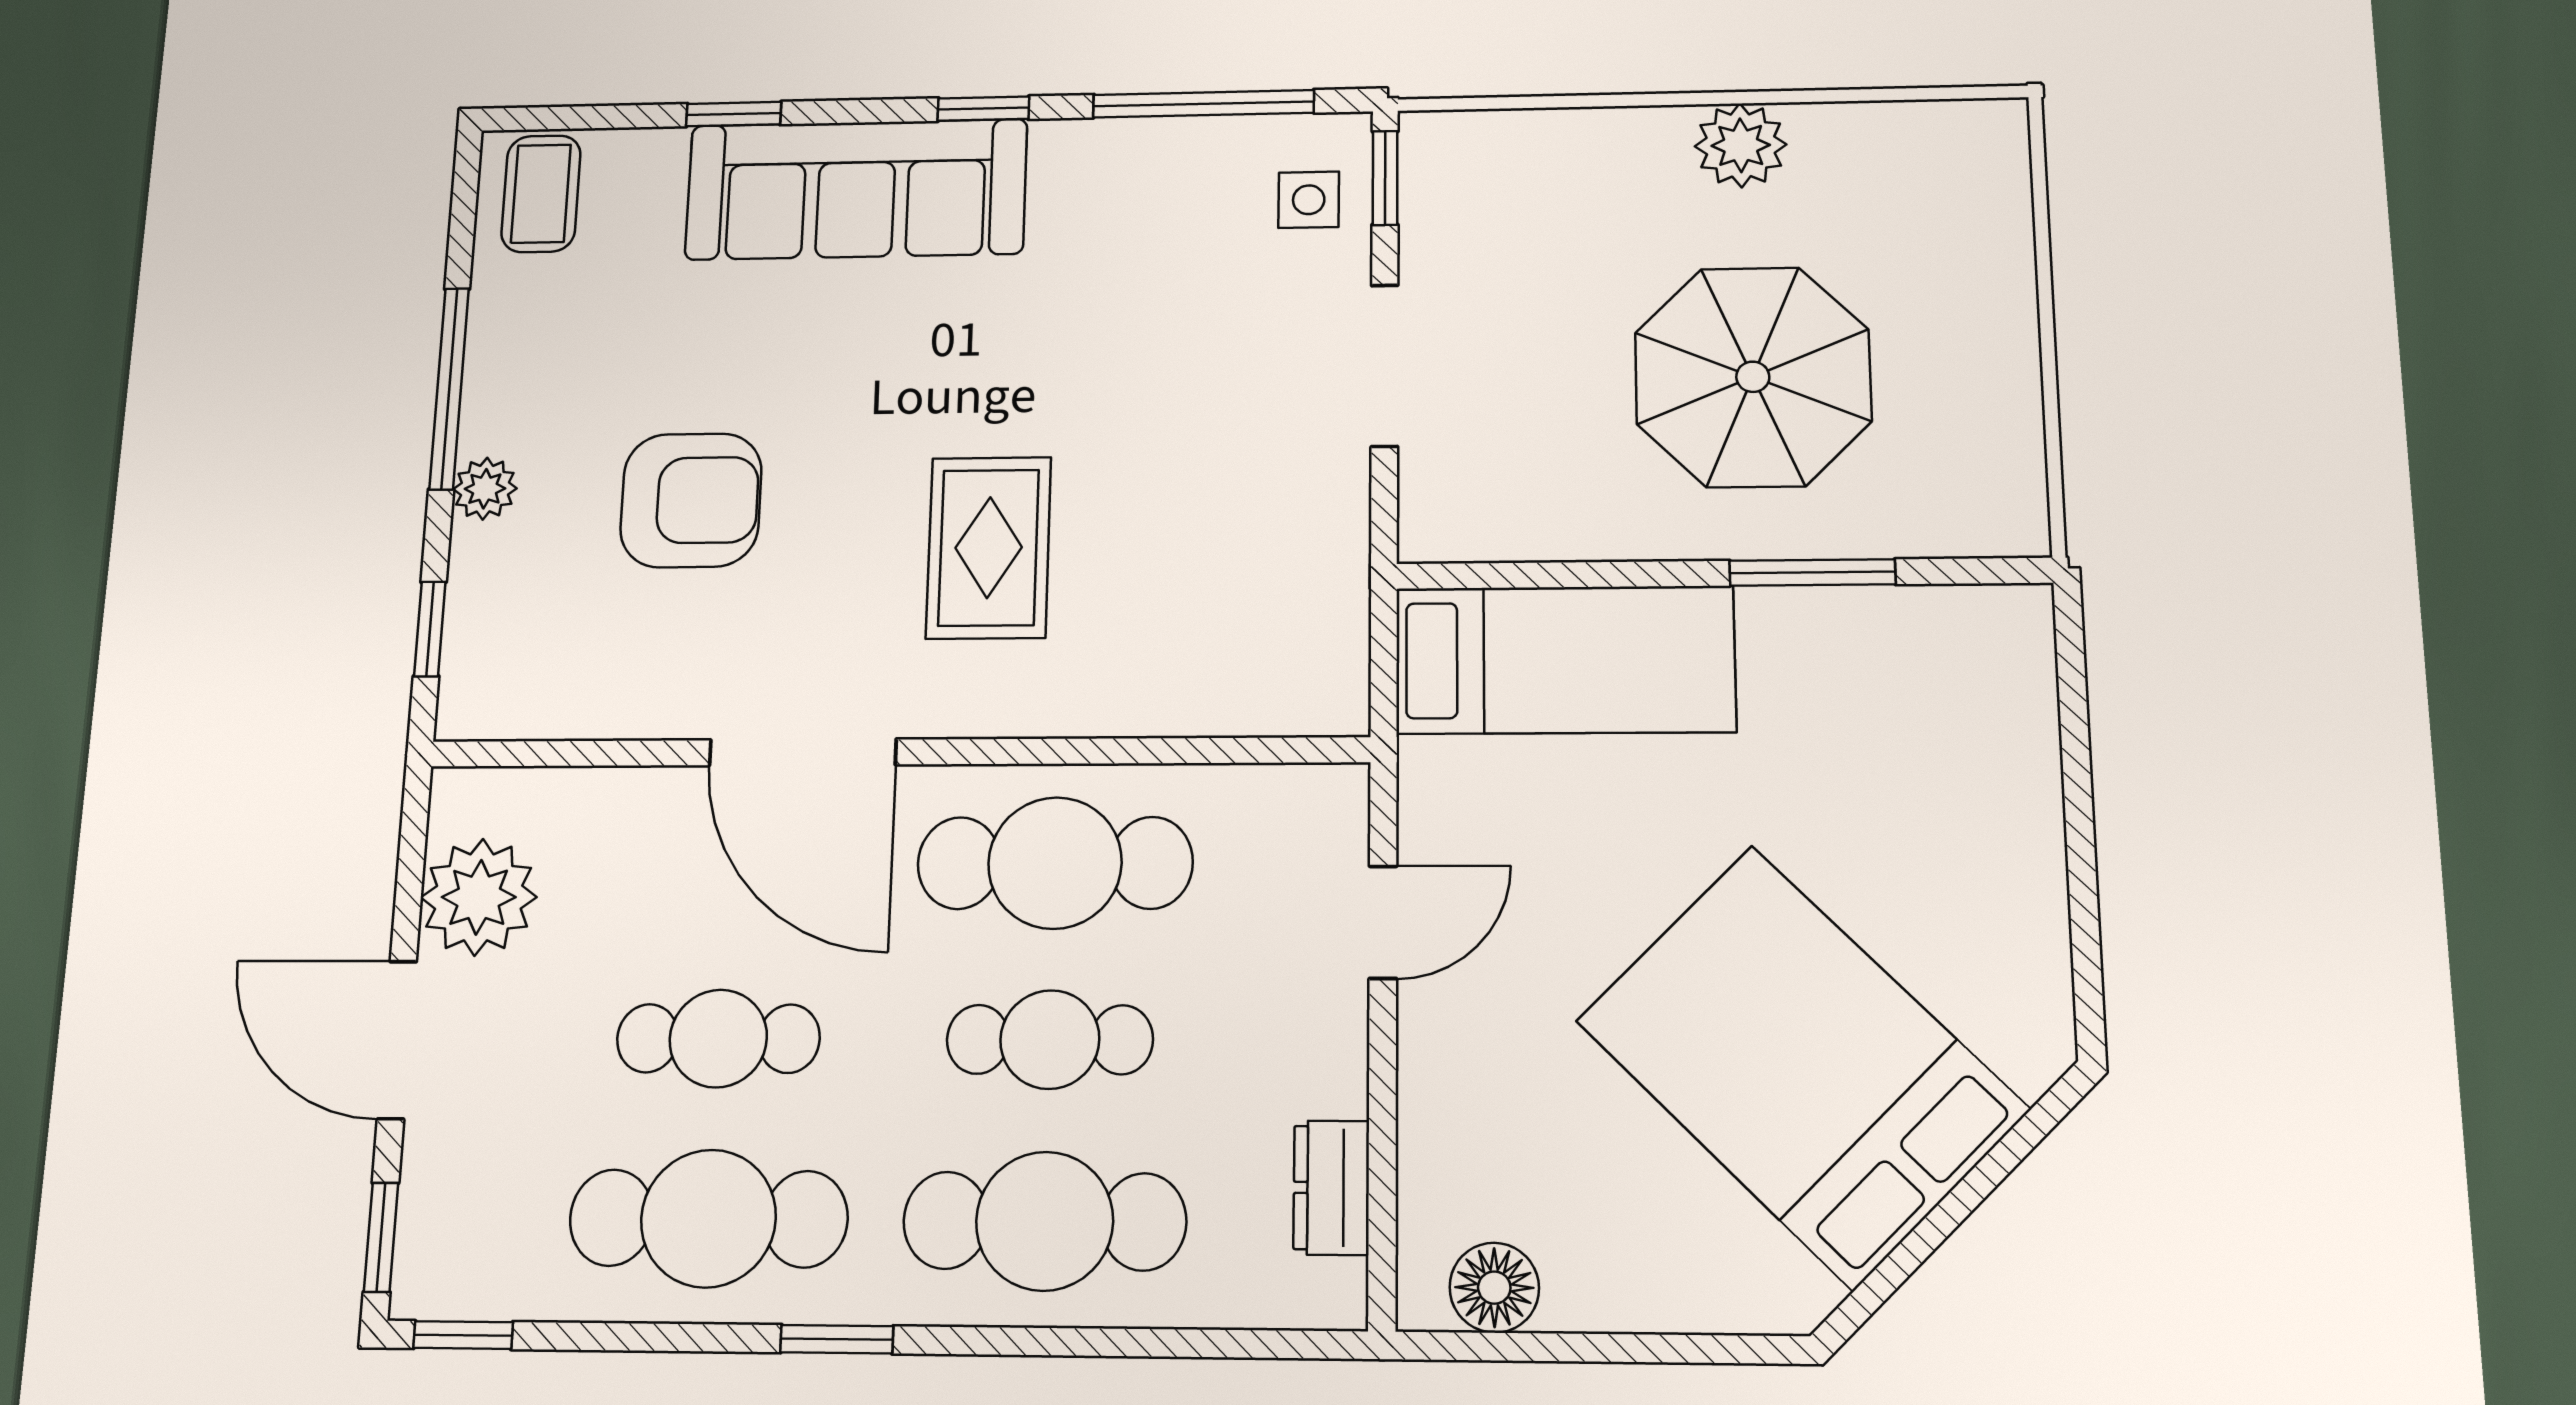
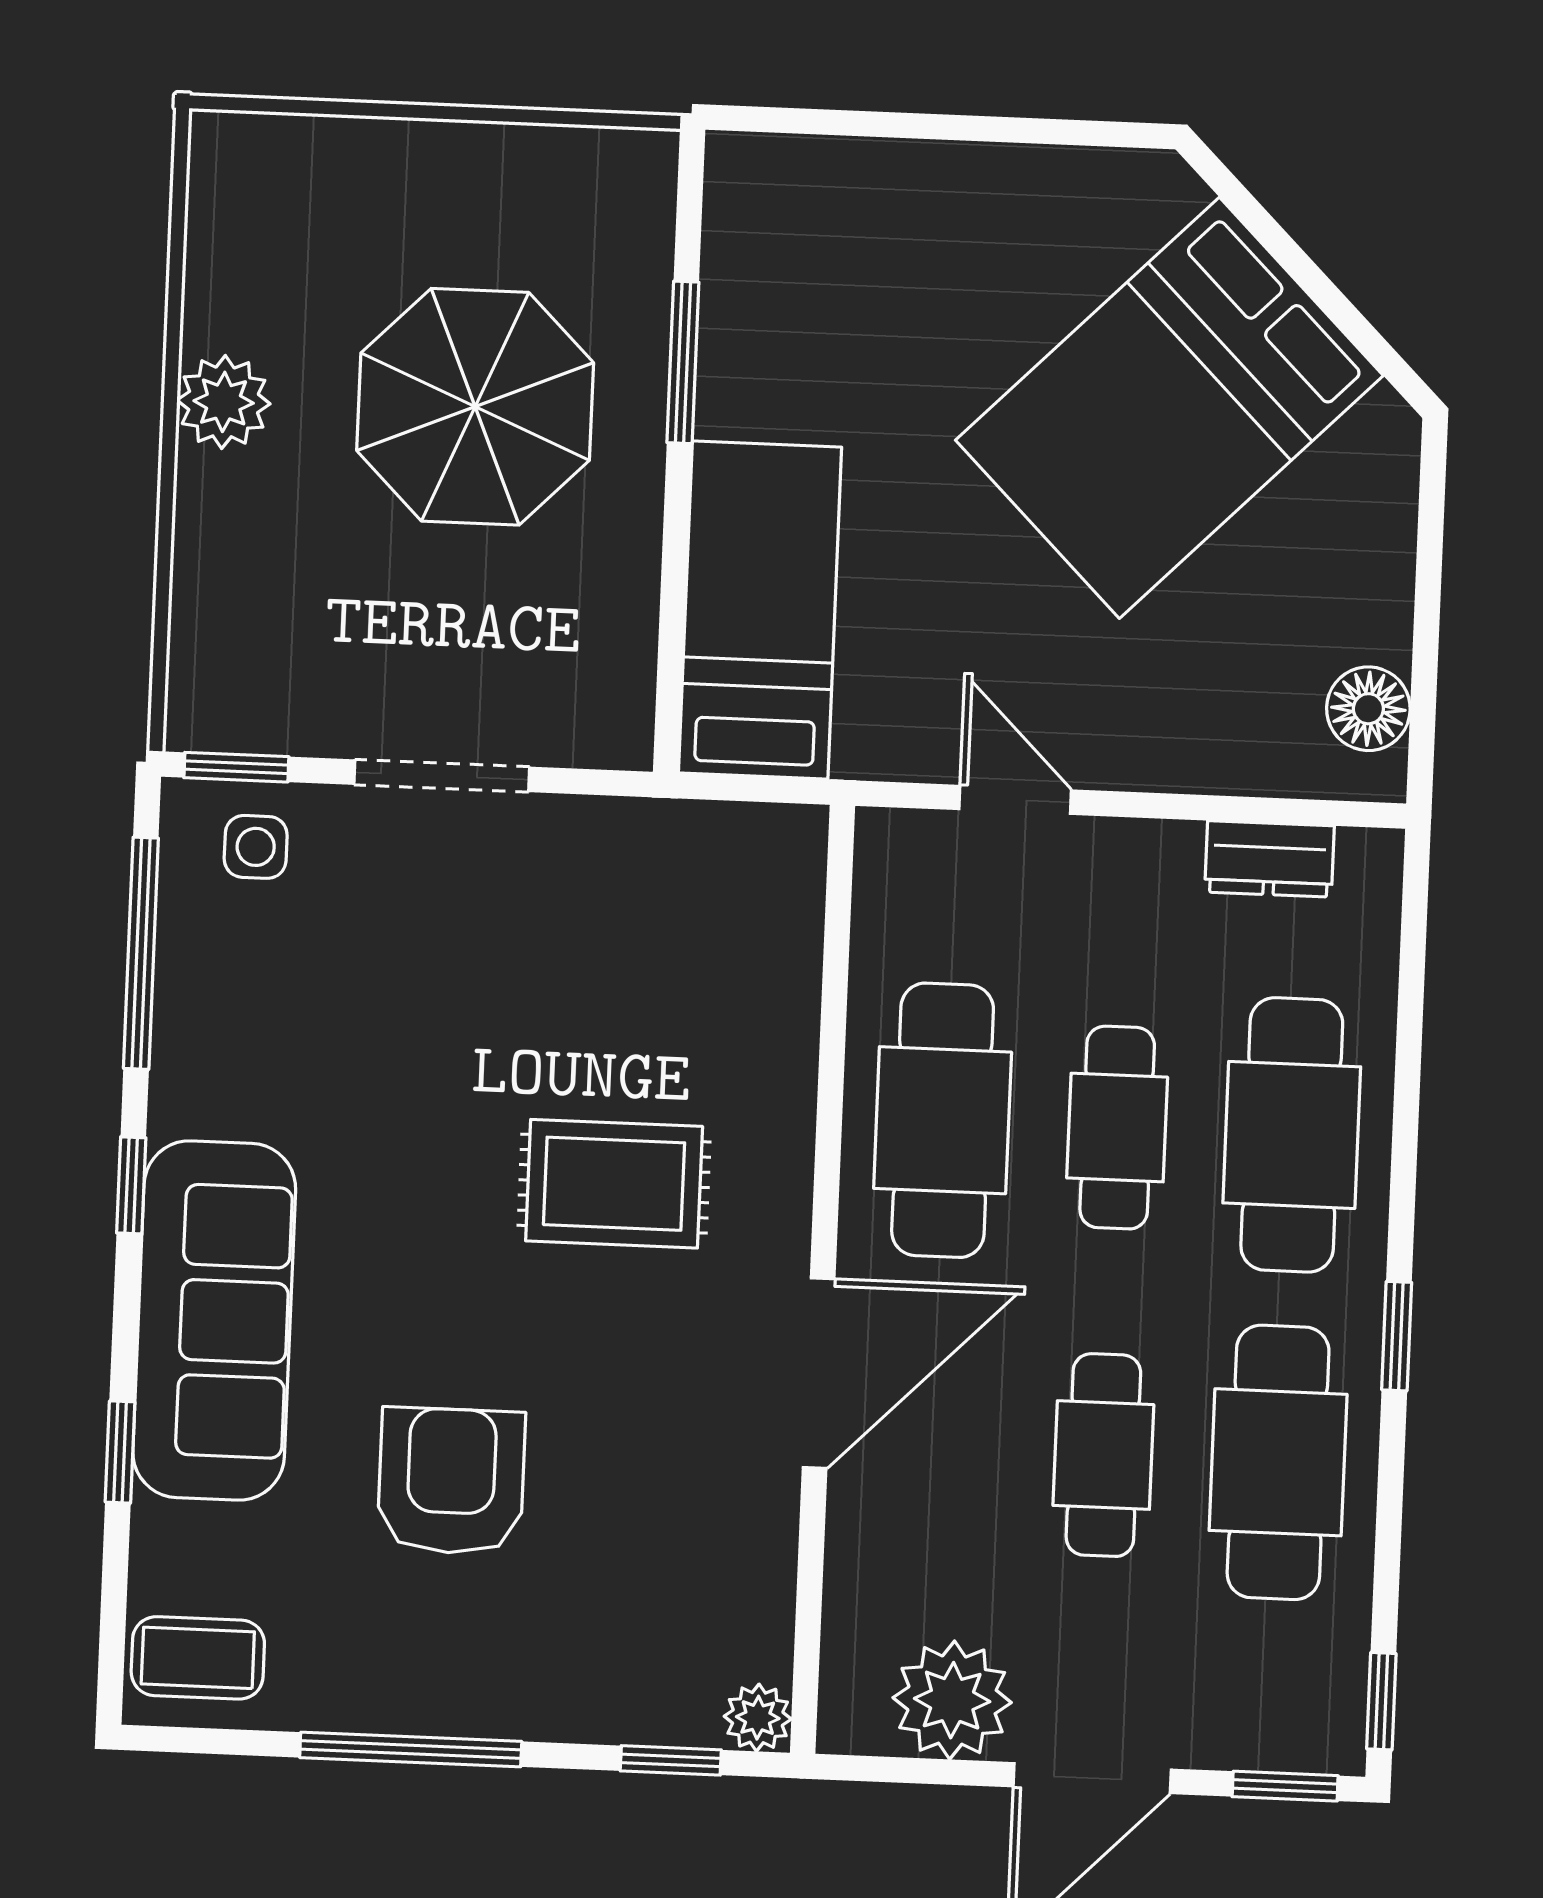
plant: (485, 489) -> (758, 1718), moved
armchair: (691, 500) -> (451, 1481), moved

